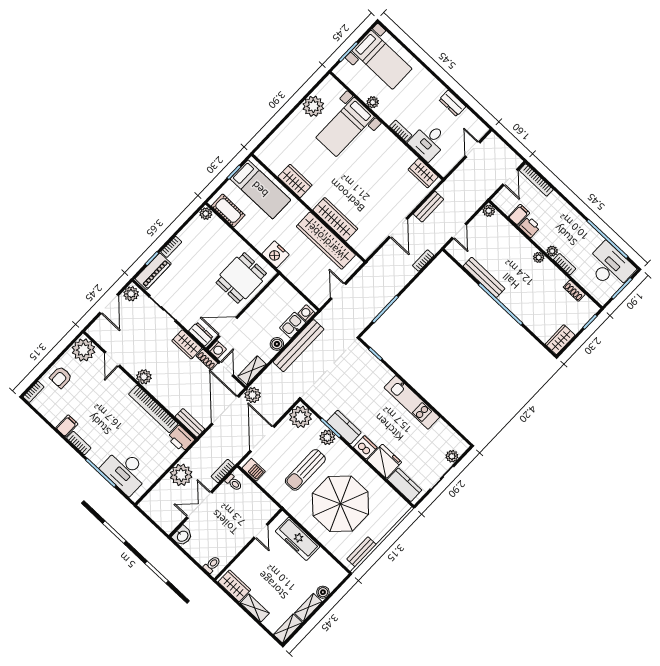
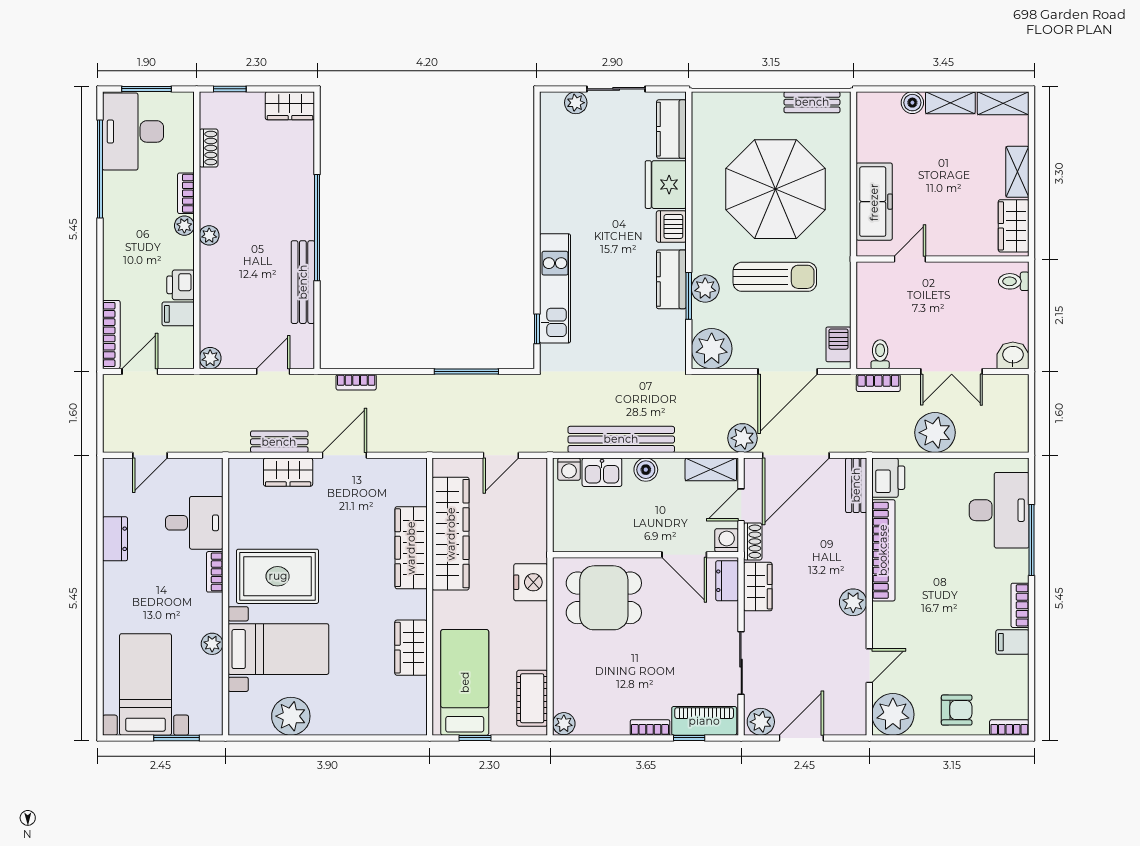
rug: (375, 154) -> (278, 576), added
wardrobe: (423, 173) -> (288, 472), moved, turned 90
kitchen unit: (412, 402) -> (555, 288), moved

